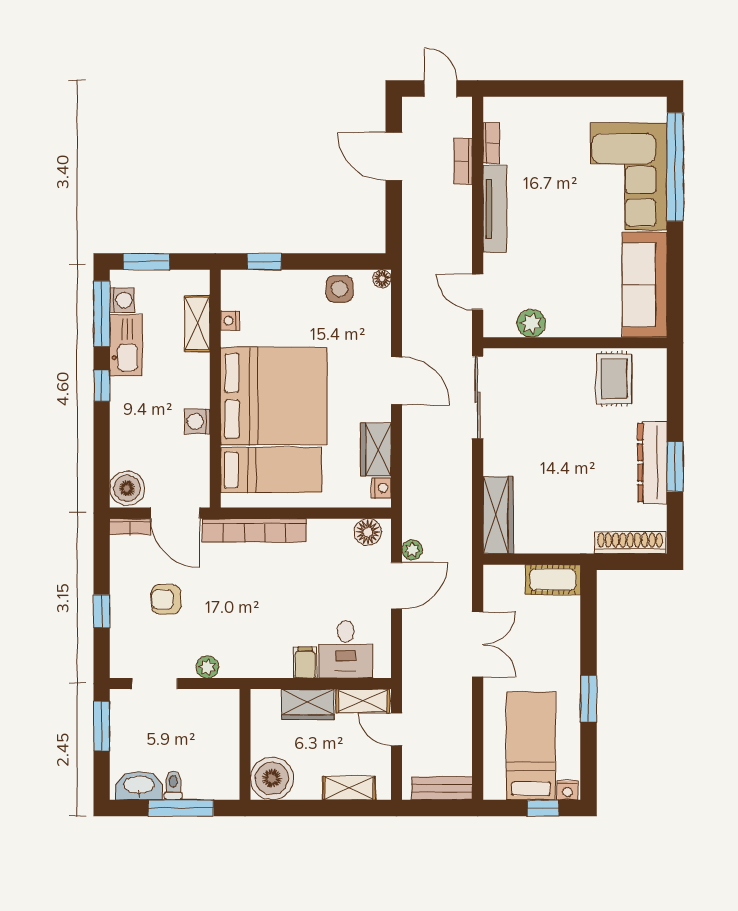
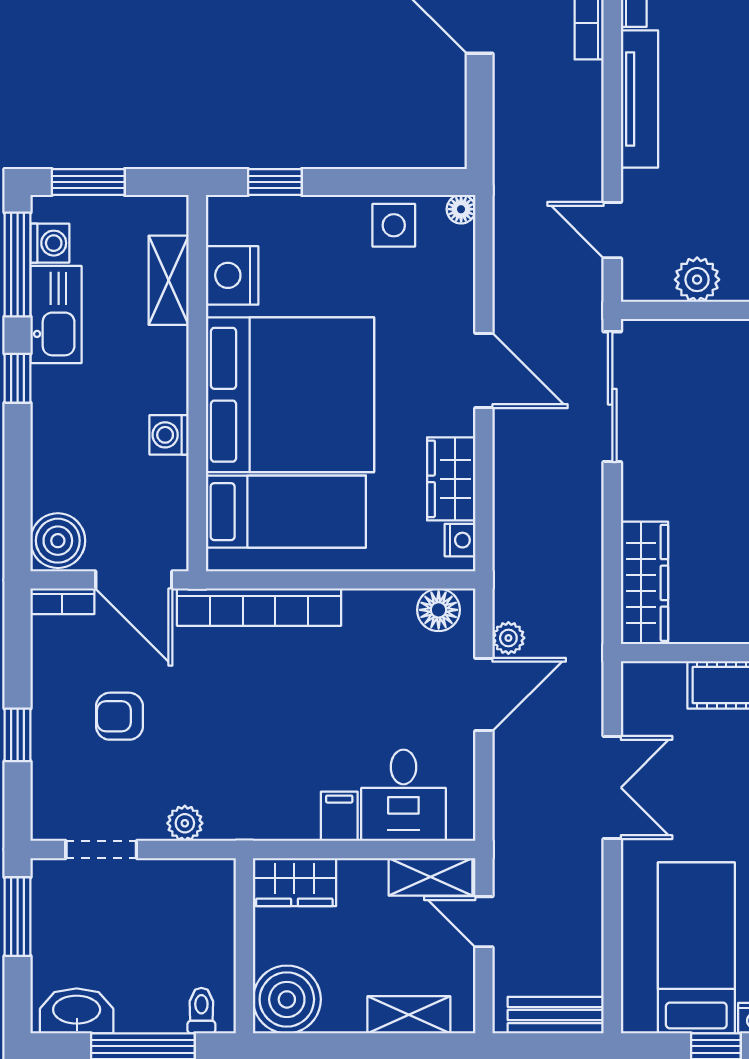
nightstand: (230, 321) -> (232, 275), width x1.89, depth x1.79
wardrobe: (308, 704) -> (294, 882), moved
toilet: (173, 785) -> (201, 1011), moved

